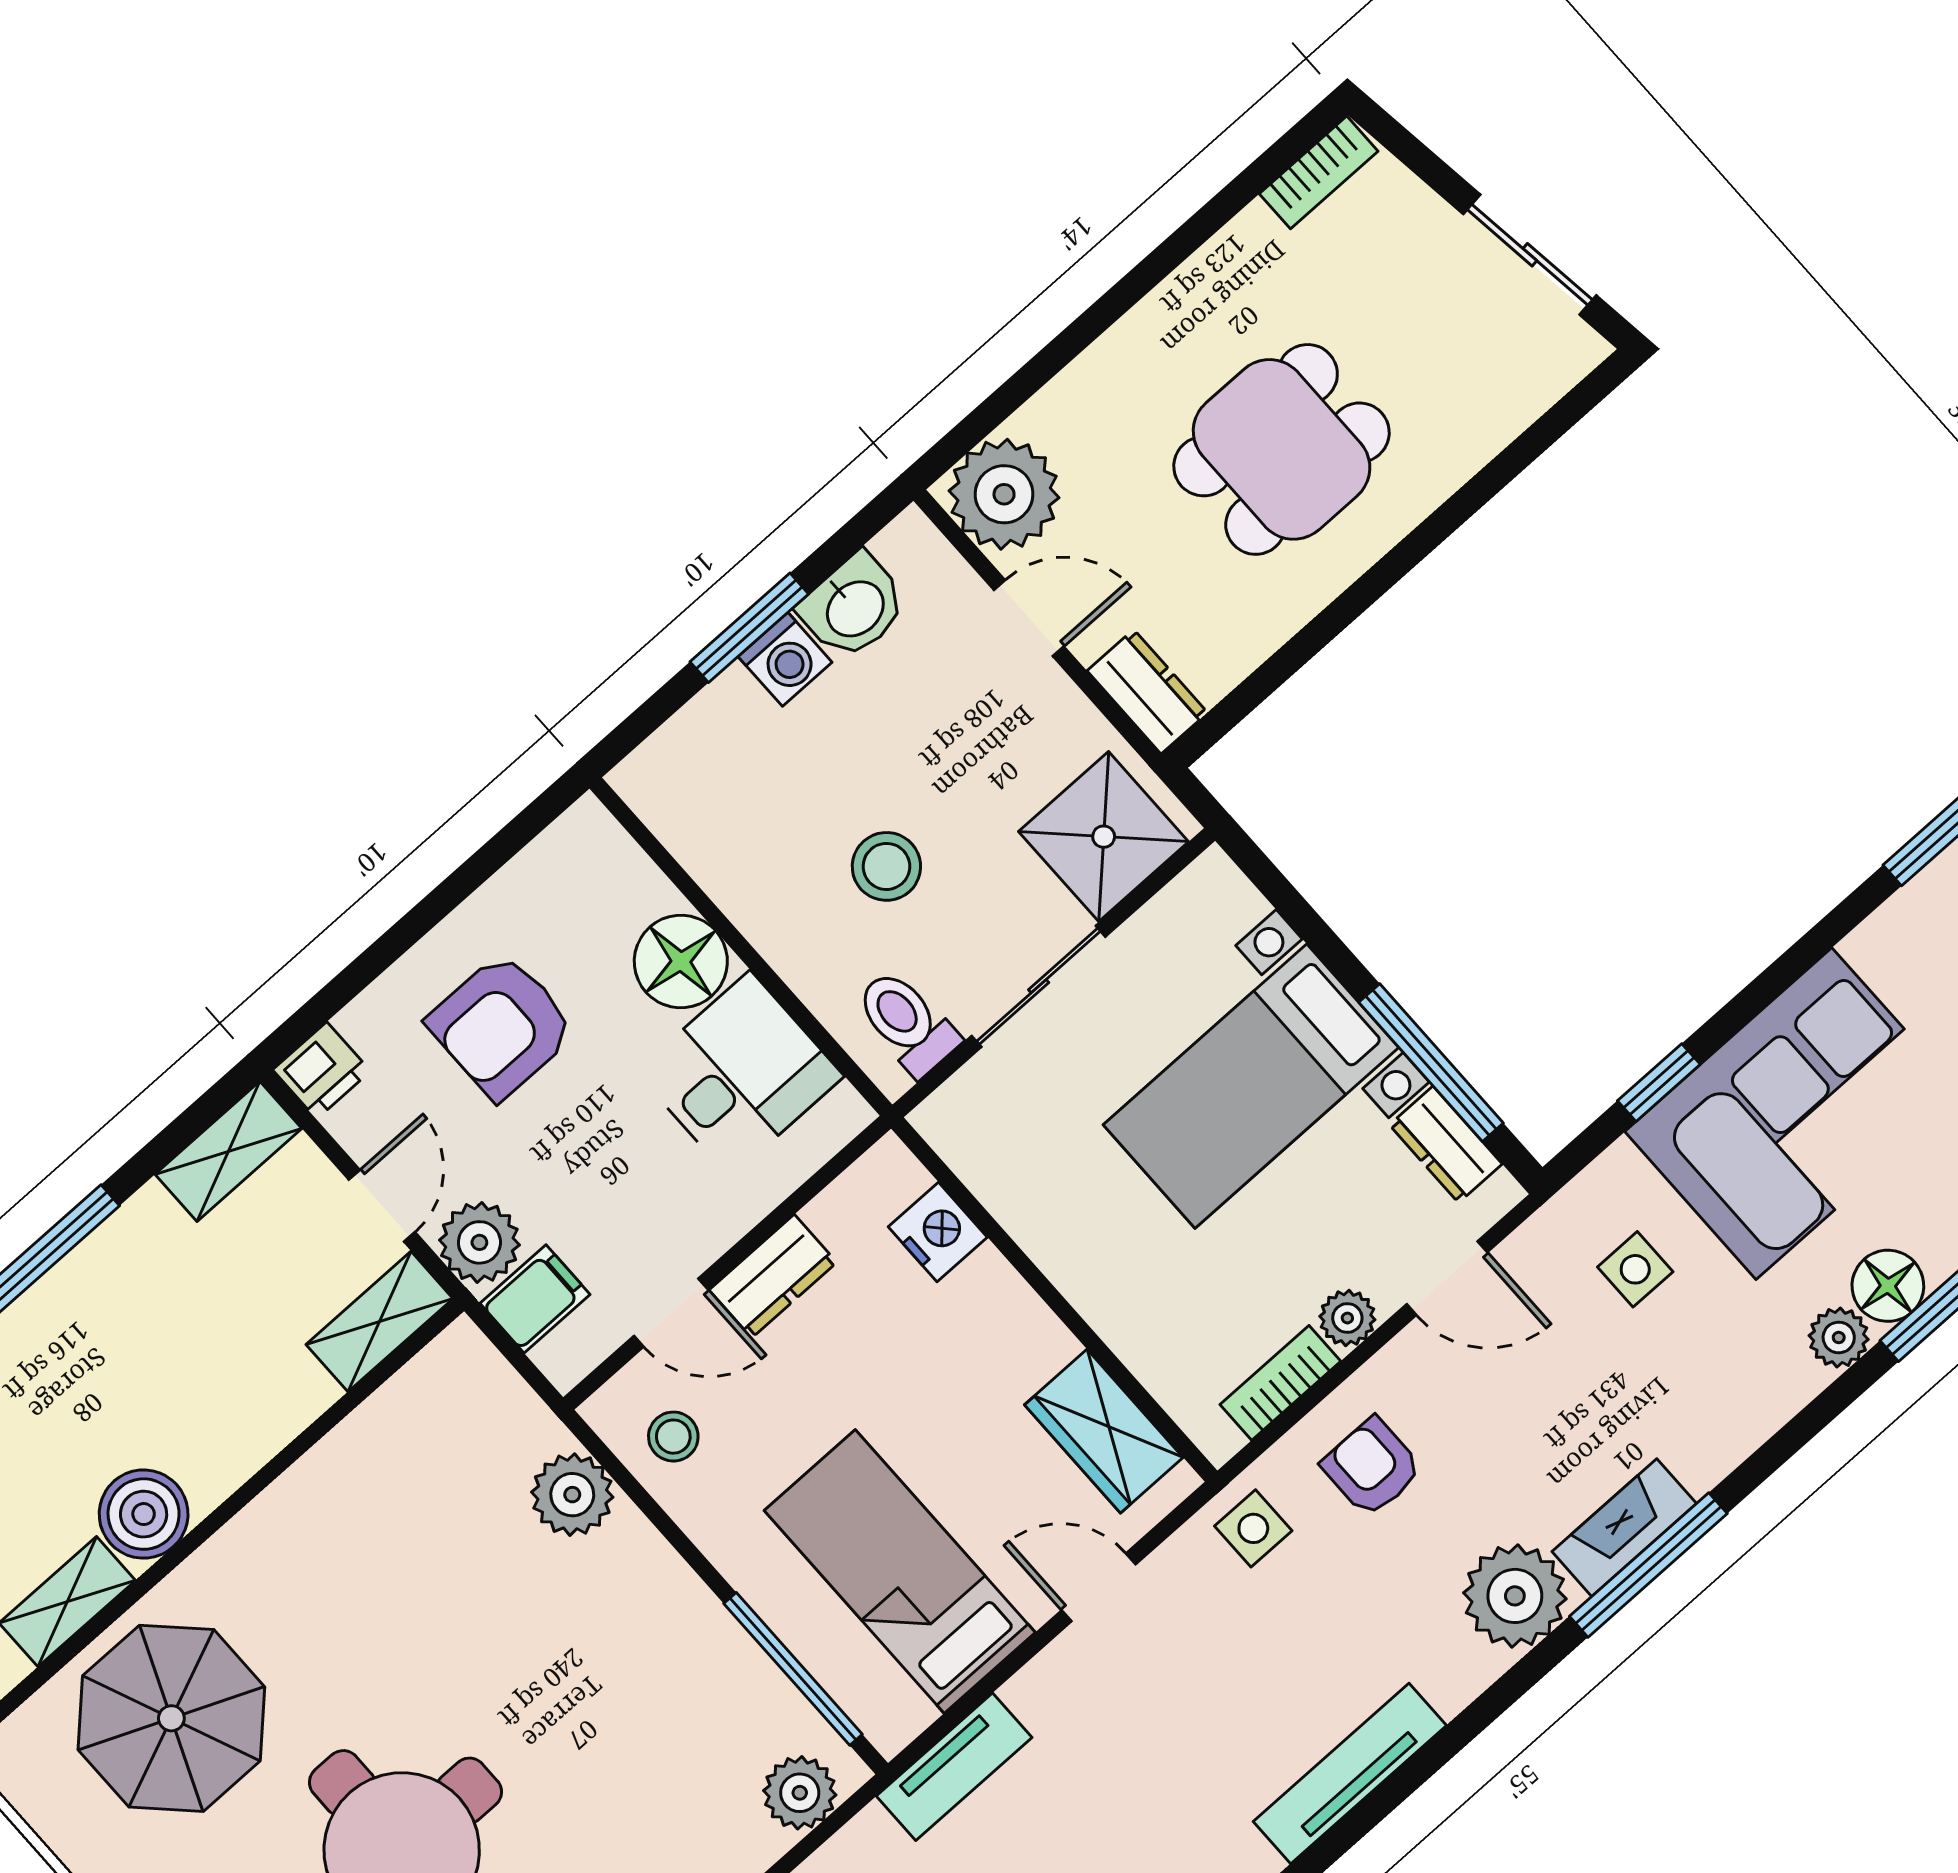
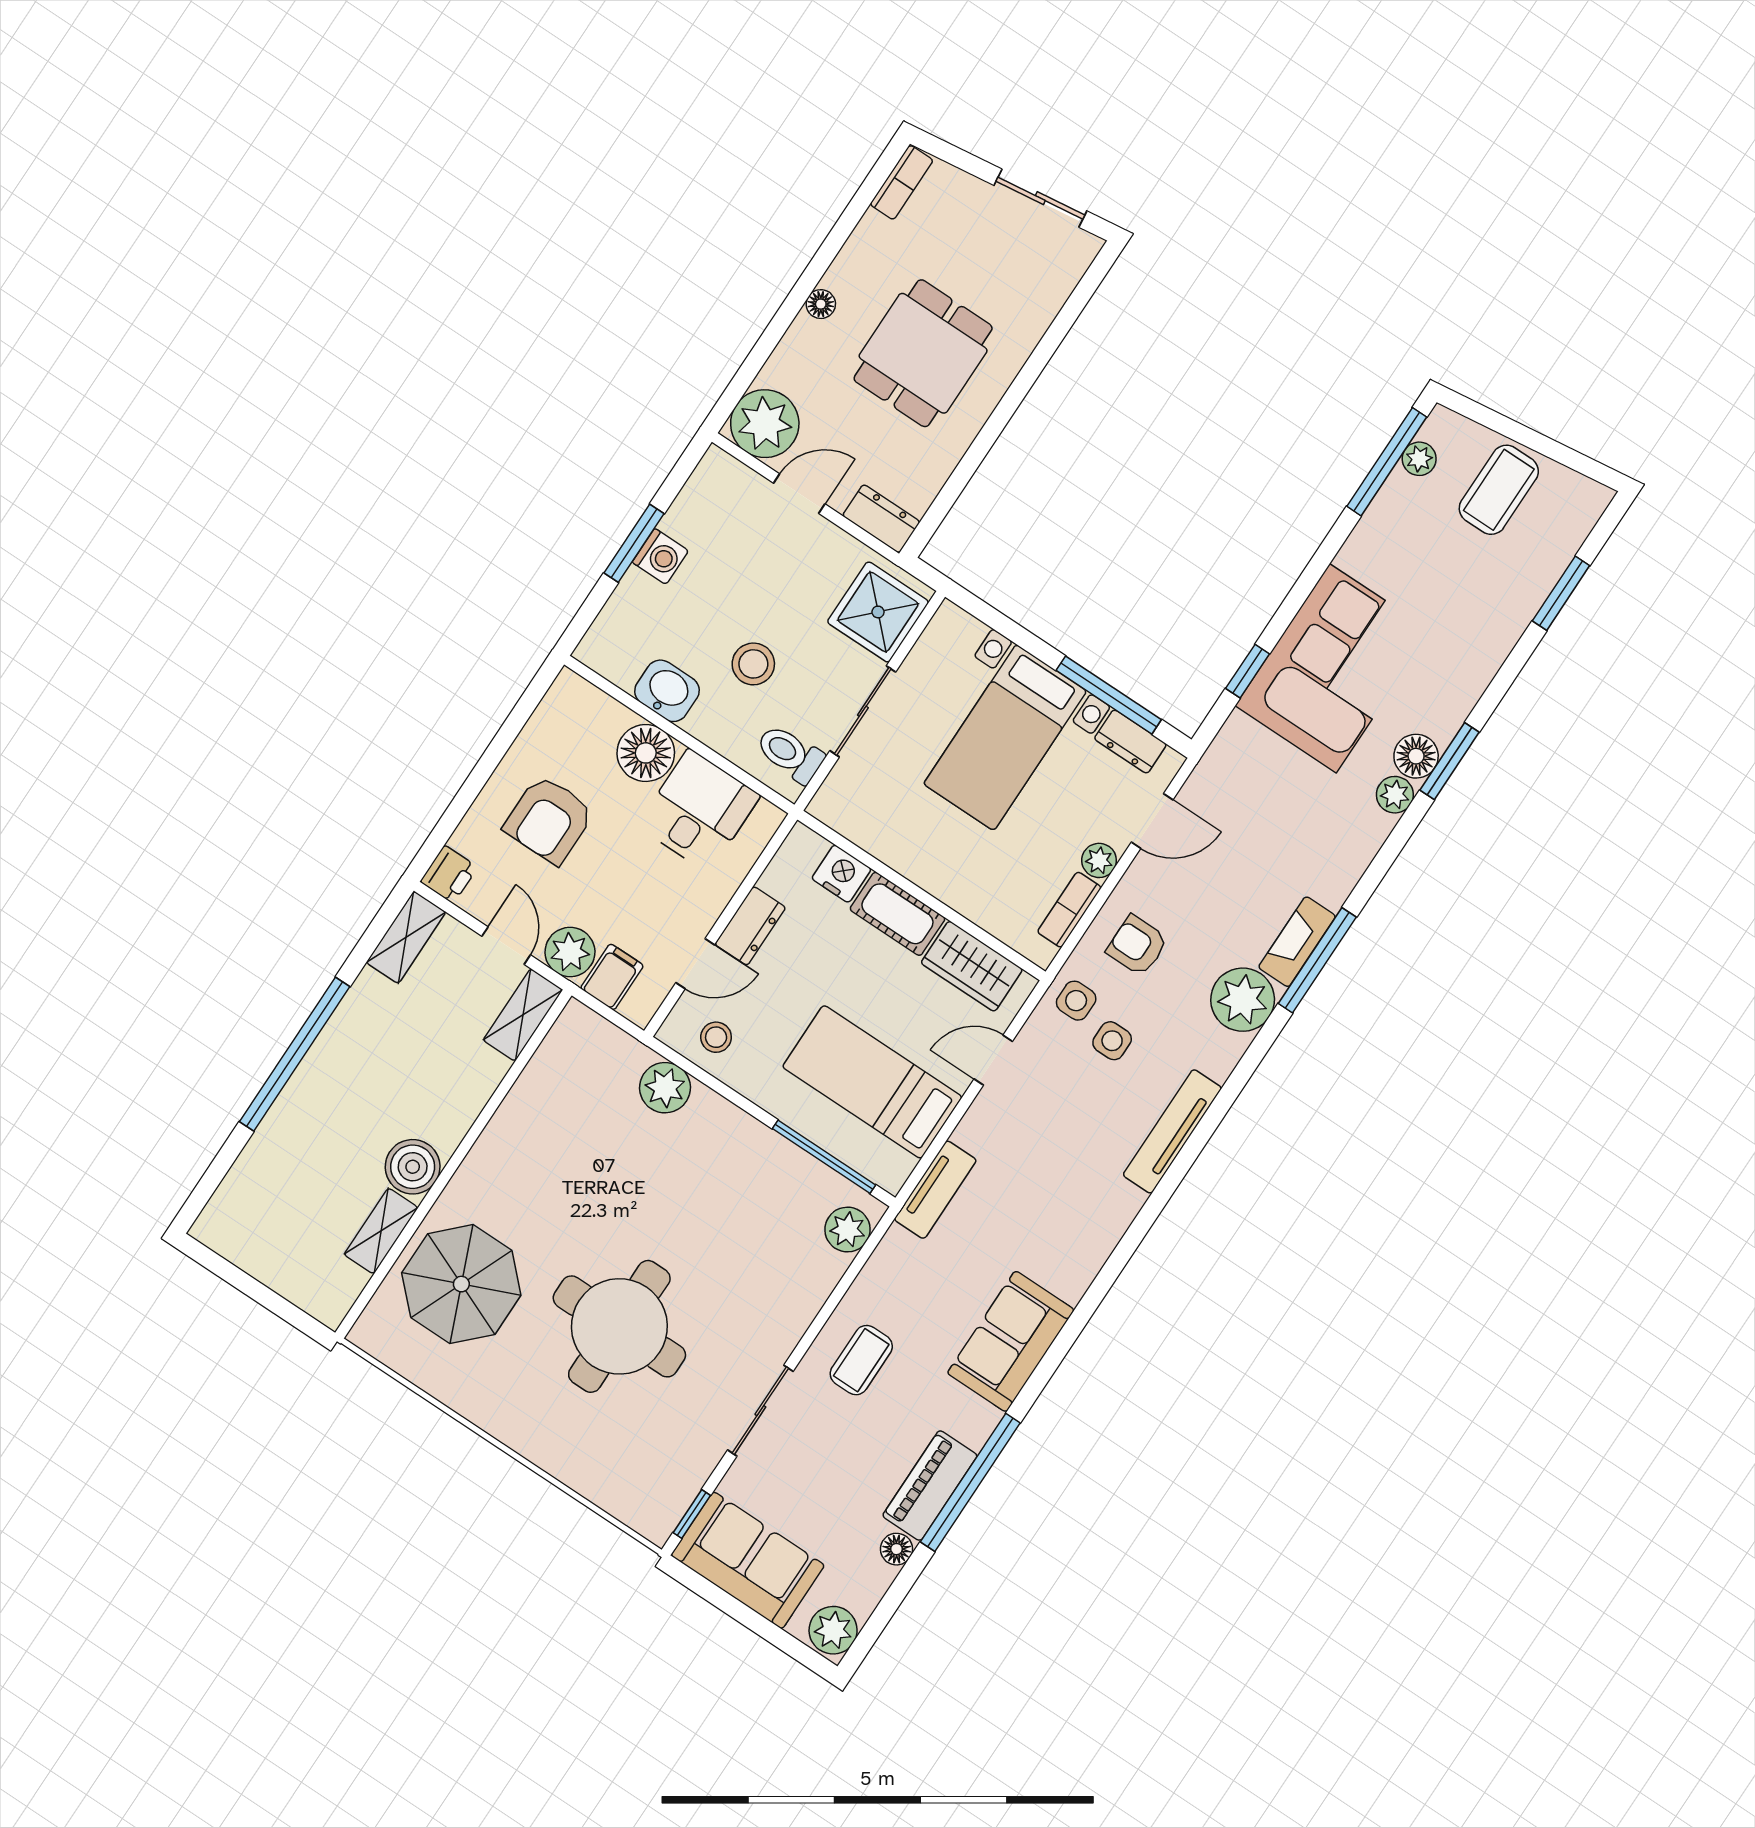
floor lamp: (1141, 330) -> (821, 304), added
washbasin: (854, 607) -> (667, 691), moved, turned -90
side table: (1635, 1269) -> (1112, 1041), moved
cot: (1009, 1318) -> (897, 914), added

